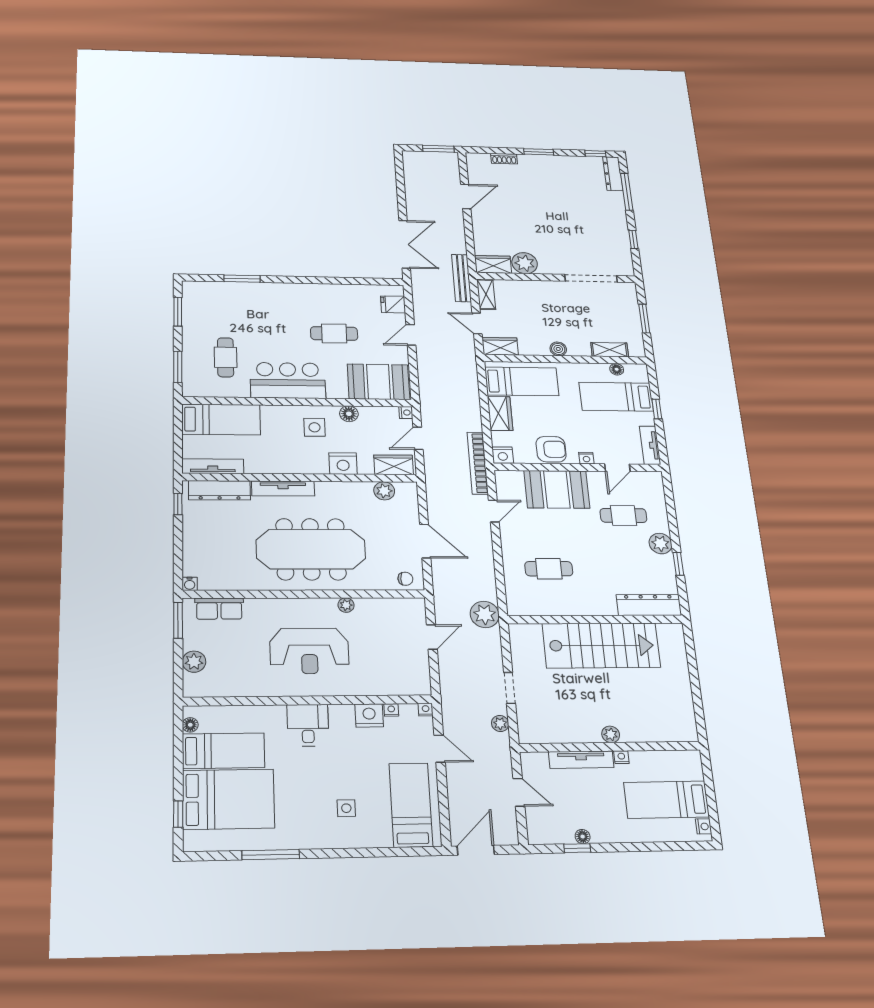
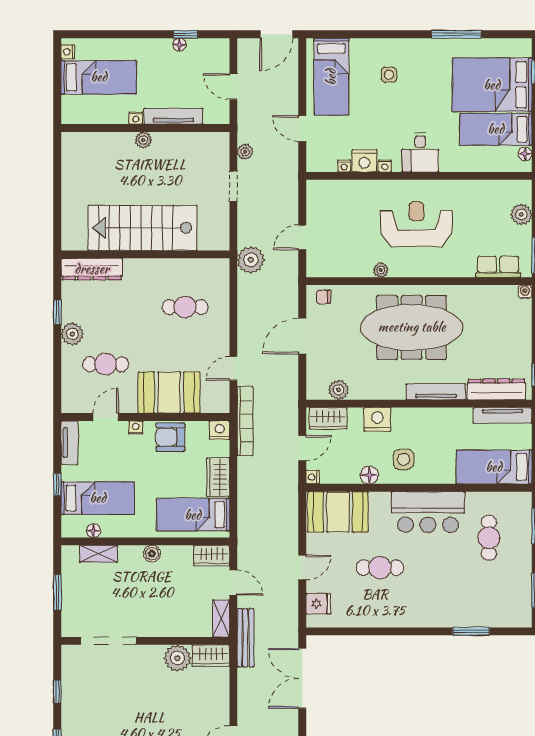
door: (425, 541) -> (302, 336), hinge flipped
nightstand: (426, 710) -> (385, 166), moved

